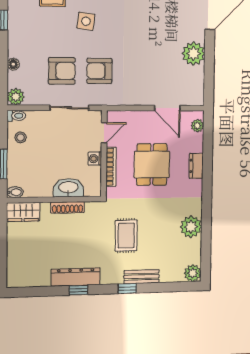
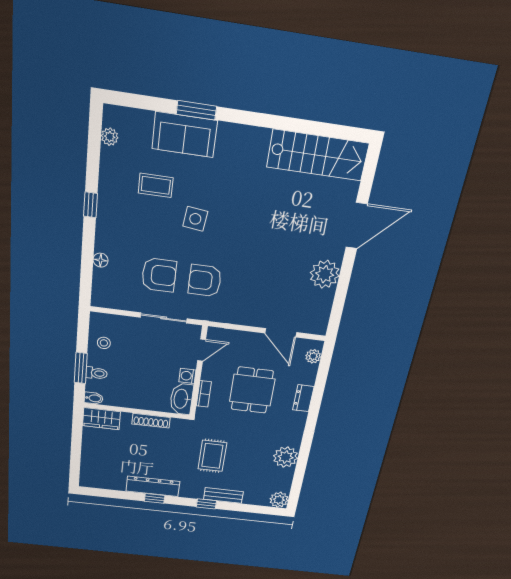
plant: (16, 97) -> (101, 298), removed
toilet: (16, 116) -> (96, 373), moved
bookcase: (111, 167) -> (204, 394), width x0.64
washbasin: (68, 188) -> (181, 399), moved, turned -90

